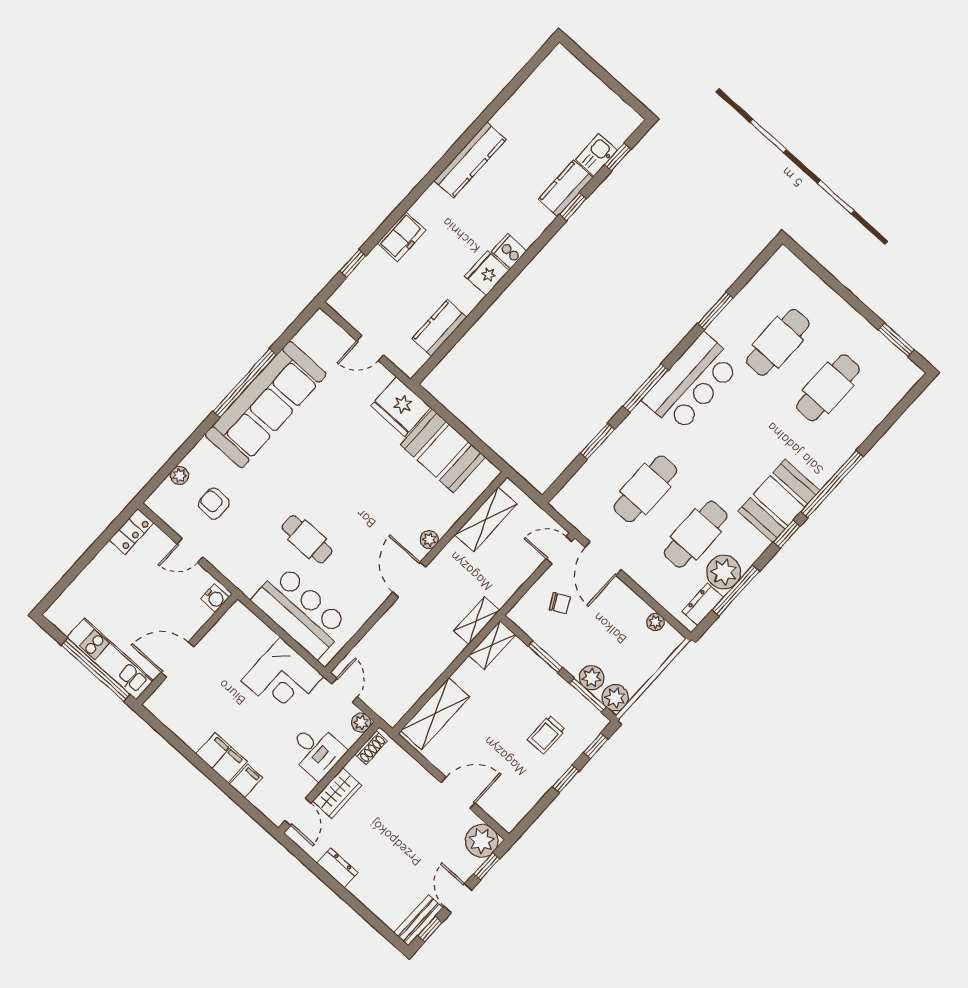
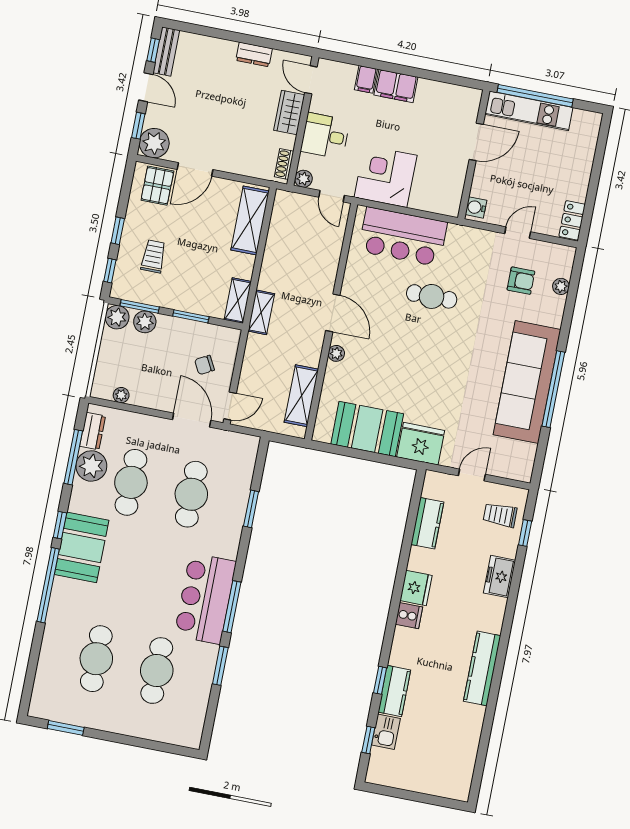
trolley: (366, 294) -> (500, 515), added
window: (645, 388) -> (232, 607), moved
pallet: (503, 799) -> (157, 186), added

